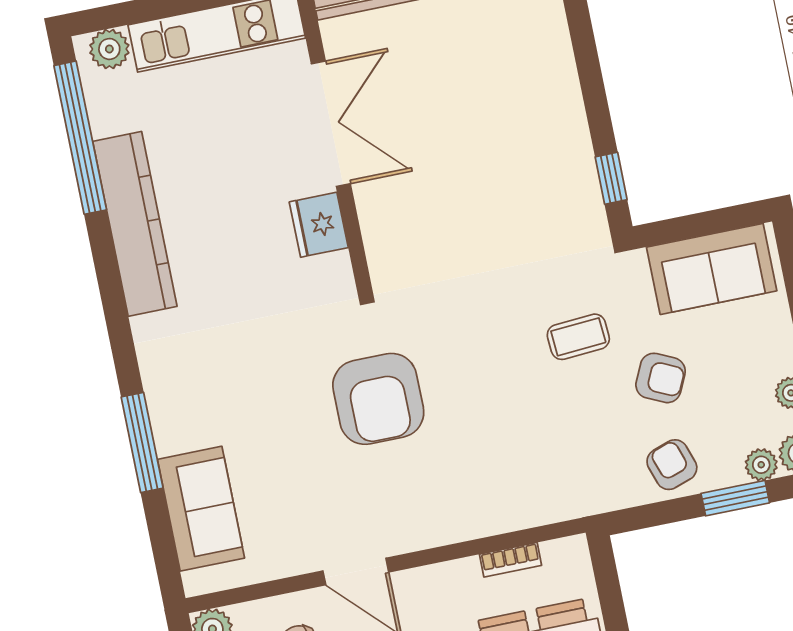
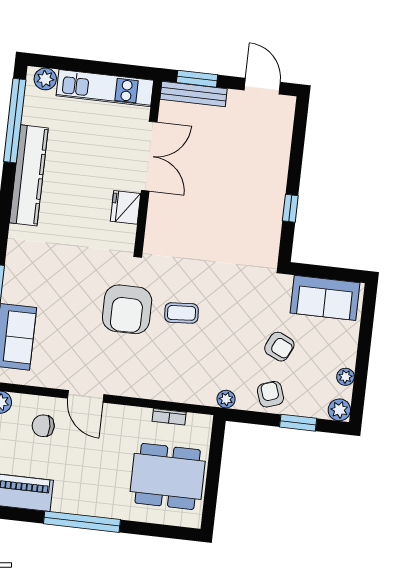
window: (611, 178) -> (290, 208), moved
coffee table: (578, 337) -> (181, 313), moved
plant: (761, 465) -> (226, 399), moved

